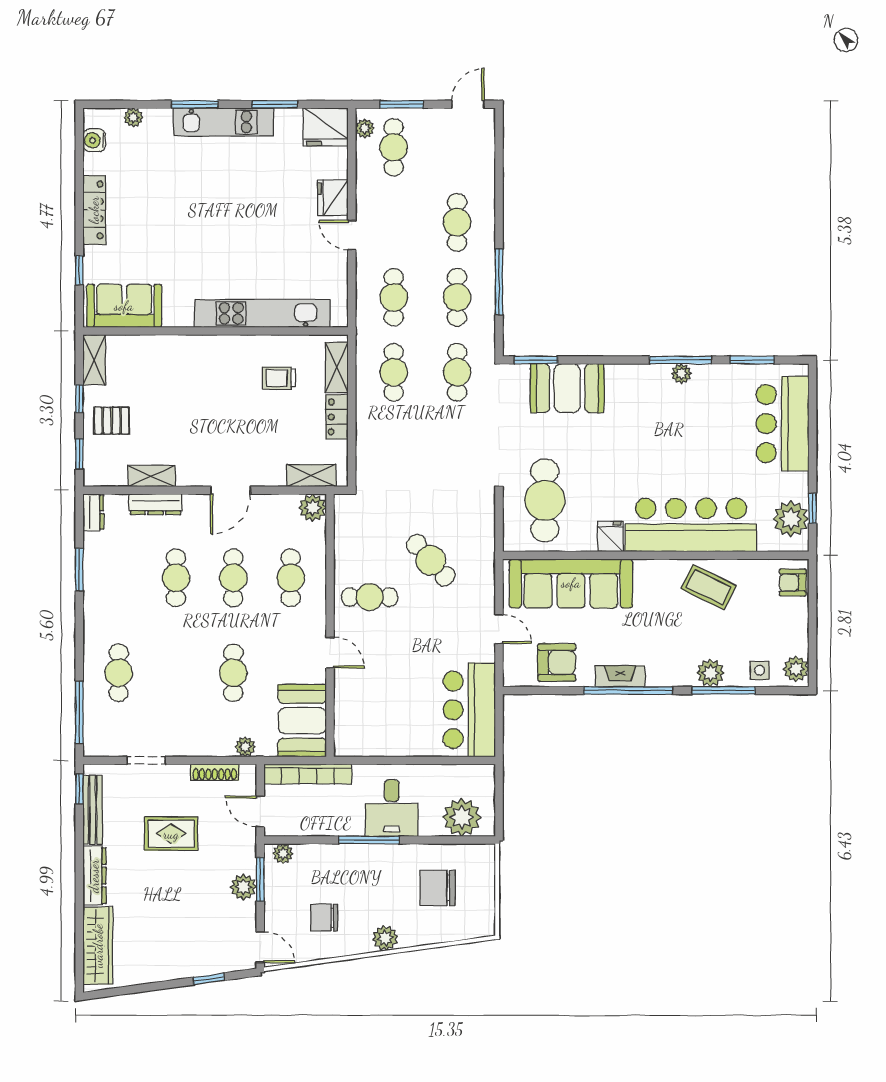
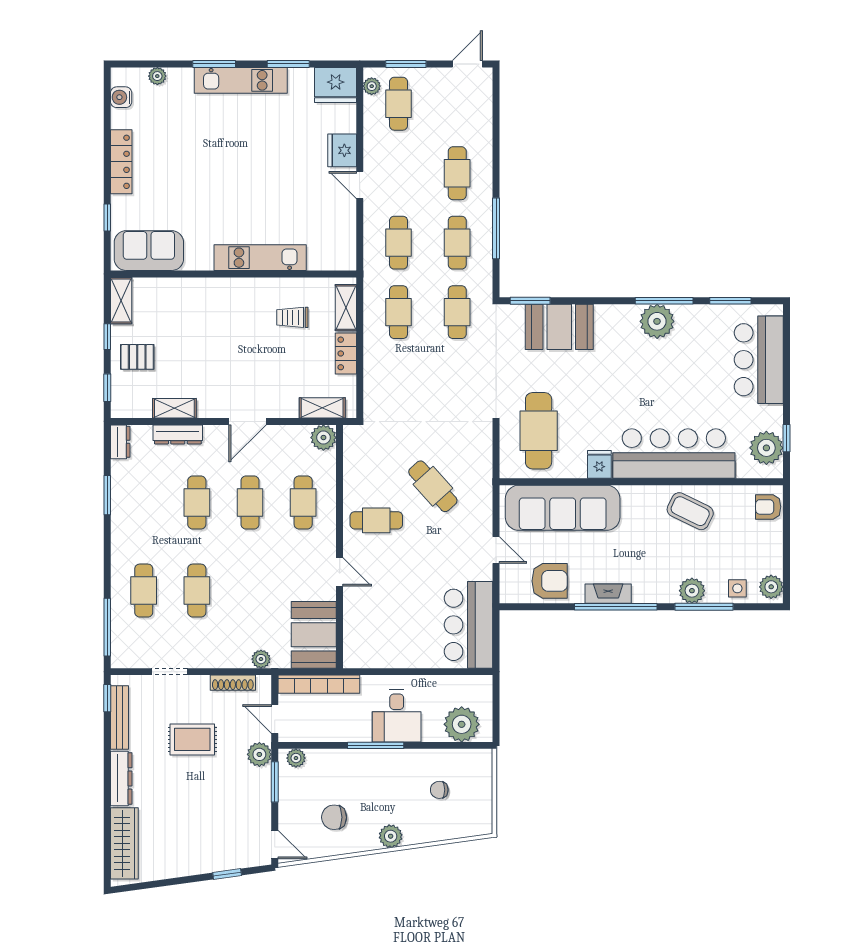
kitchen unit: (262, 313) -> (260, 258), width x0.73
plant: (681, 374) -> (657, 321), width x1.87, depth x1.87
cafe table: (233, 673) -> (197, 591), moved
plant: (243, 887) -> (259, 754), moved
chair: (438, 888) -> (439, 790), width x0.54, depth x0.54

